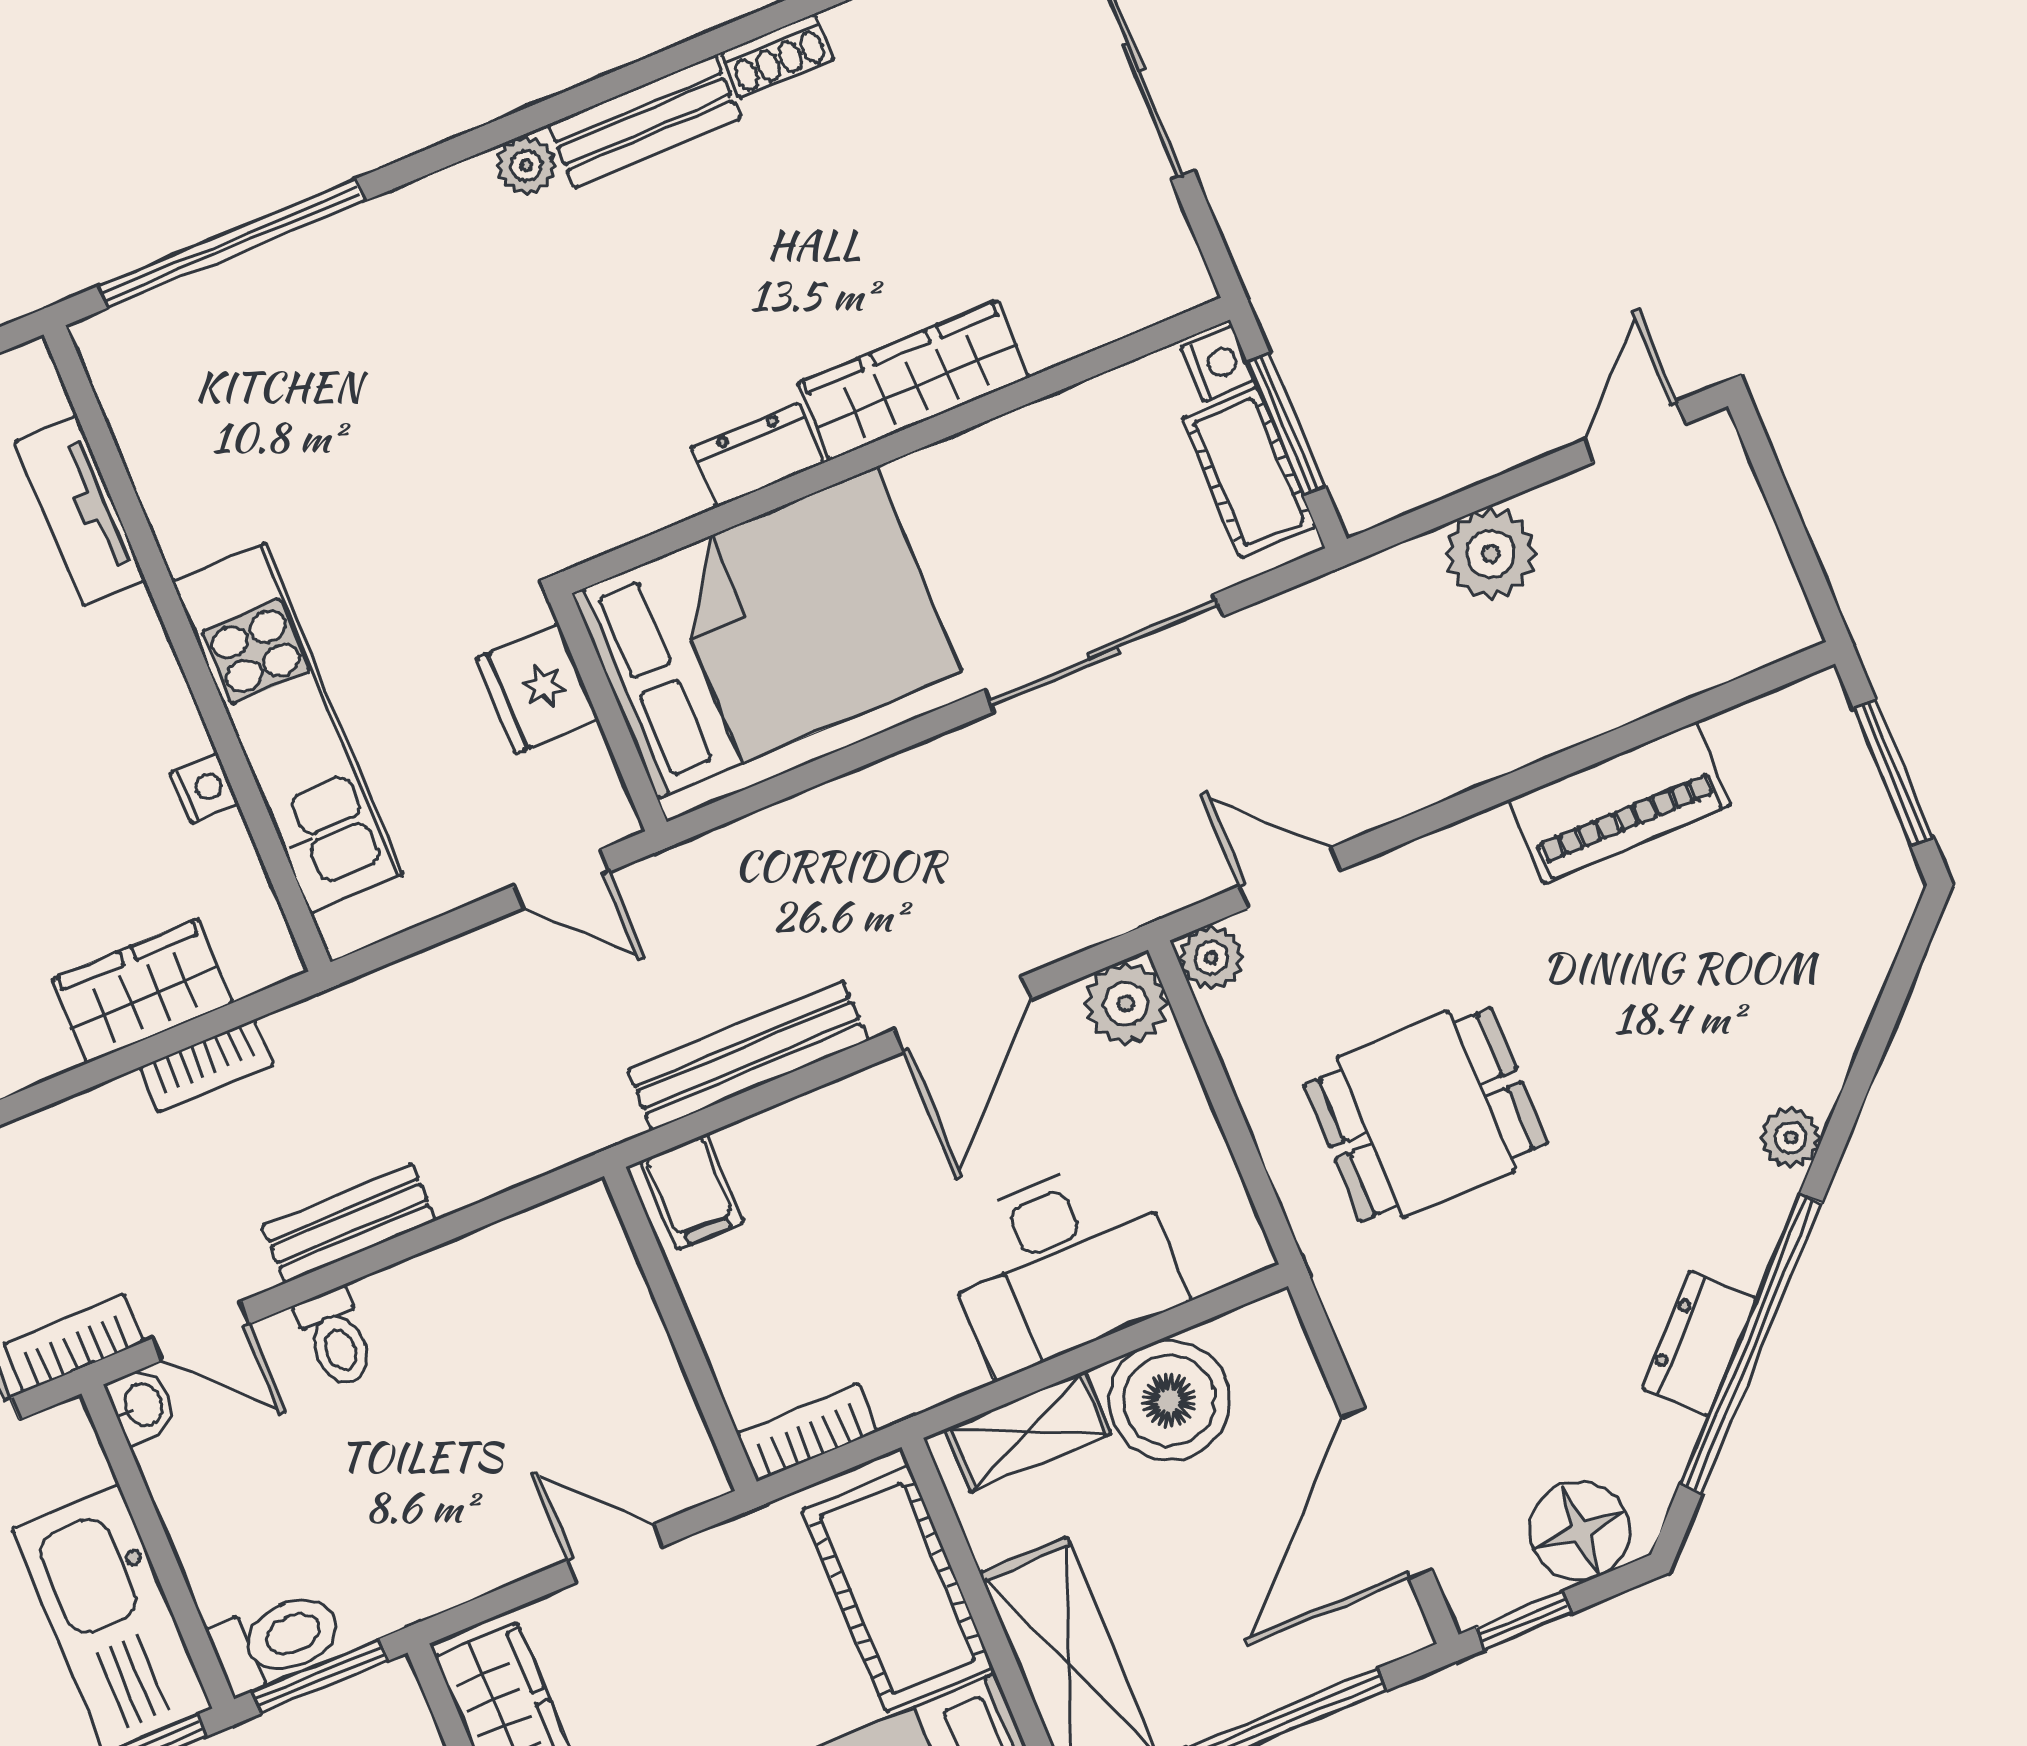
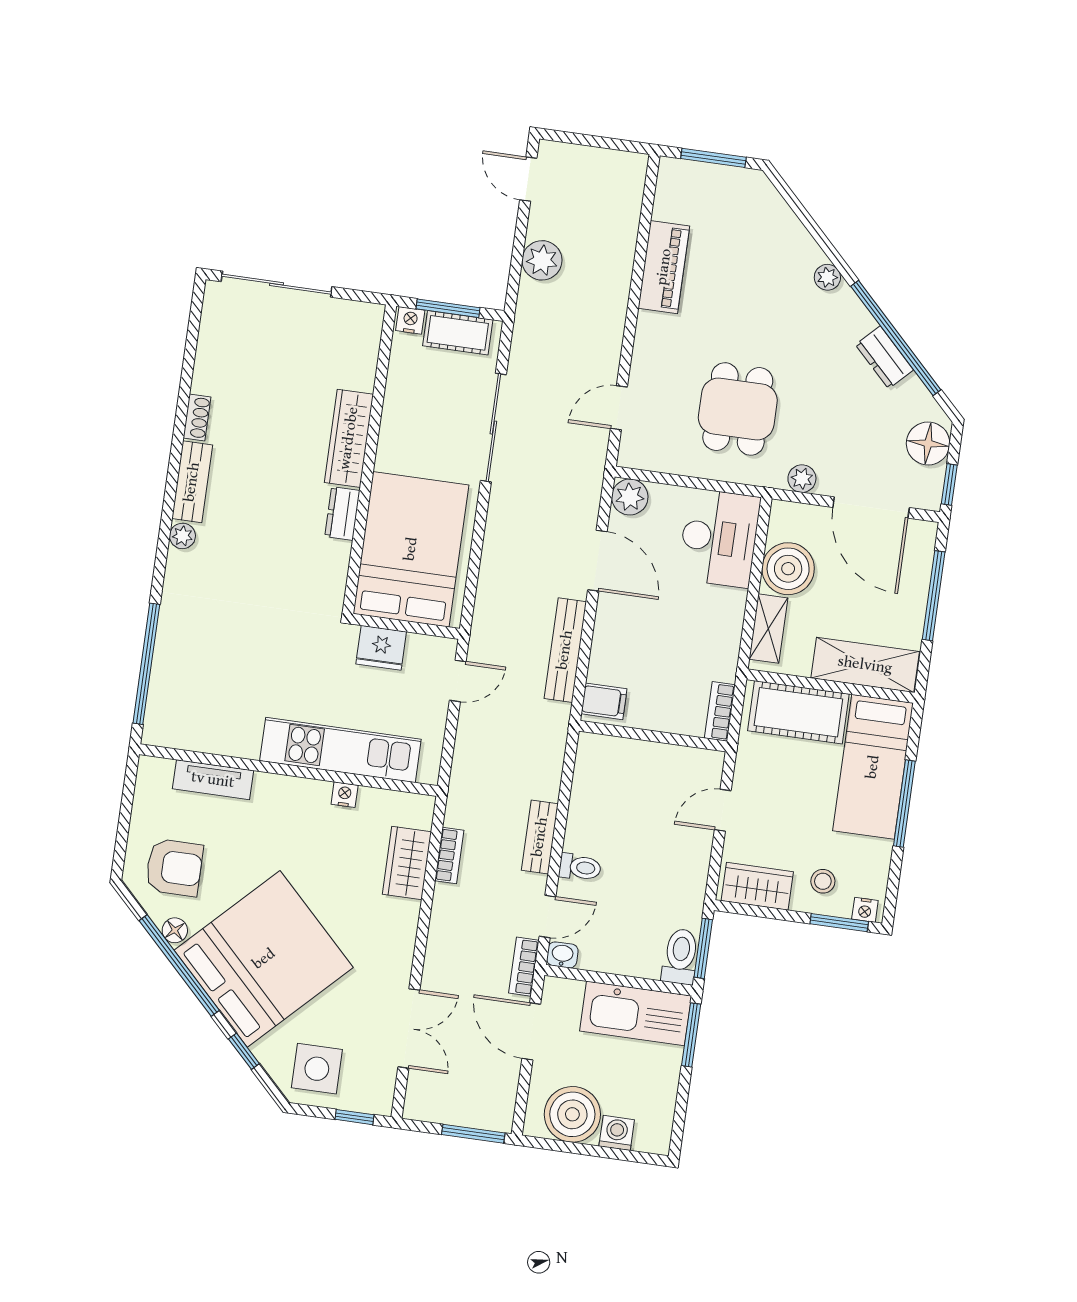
plant: (1211, 958) -> (802, 479), moved
desk: (1062, 1265) -> (719, 538), moved

